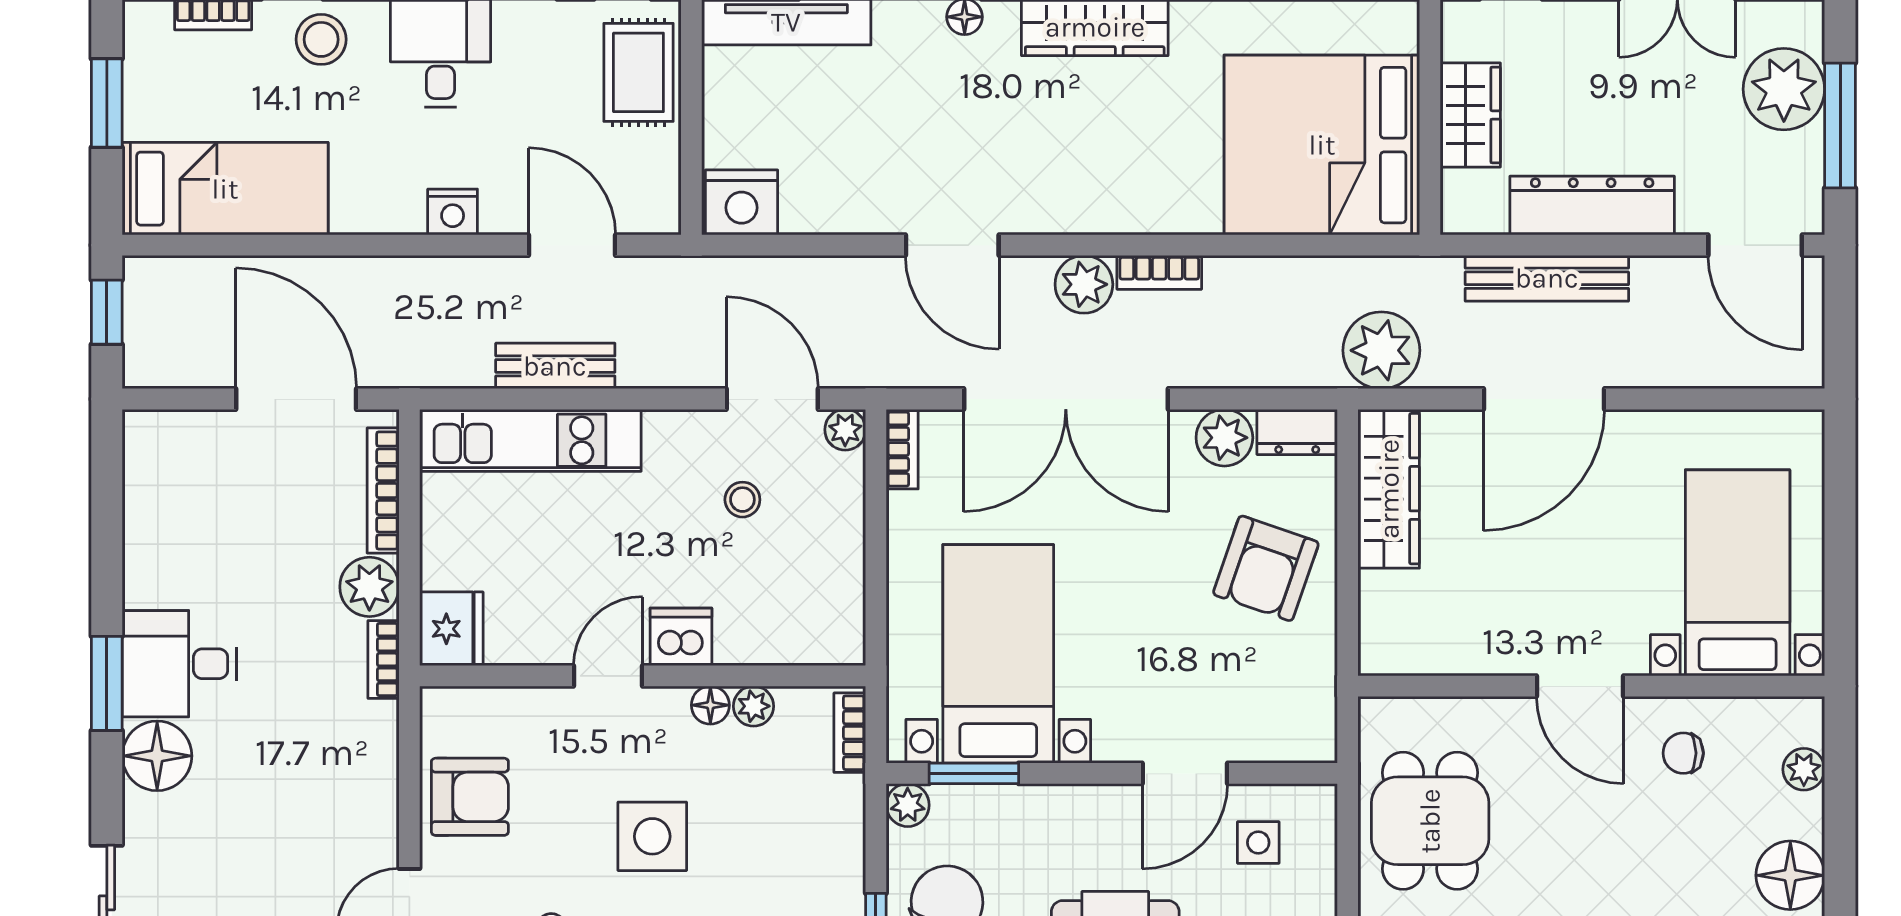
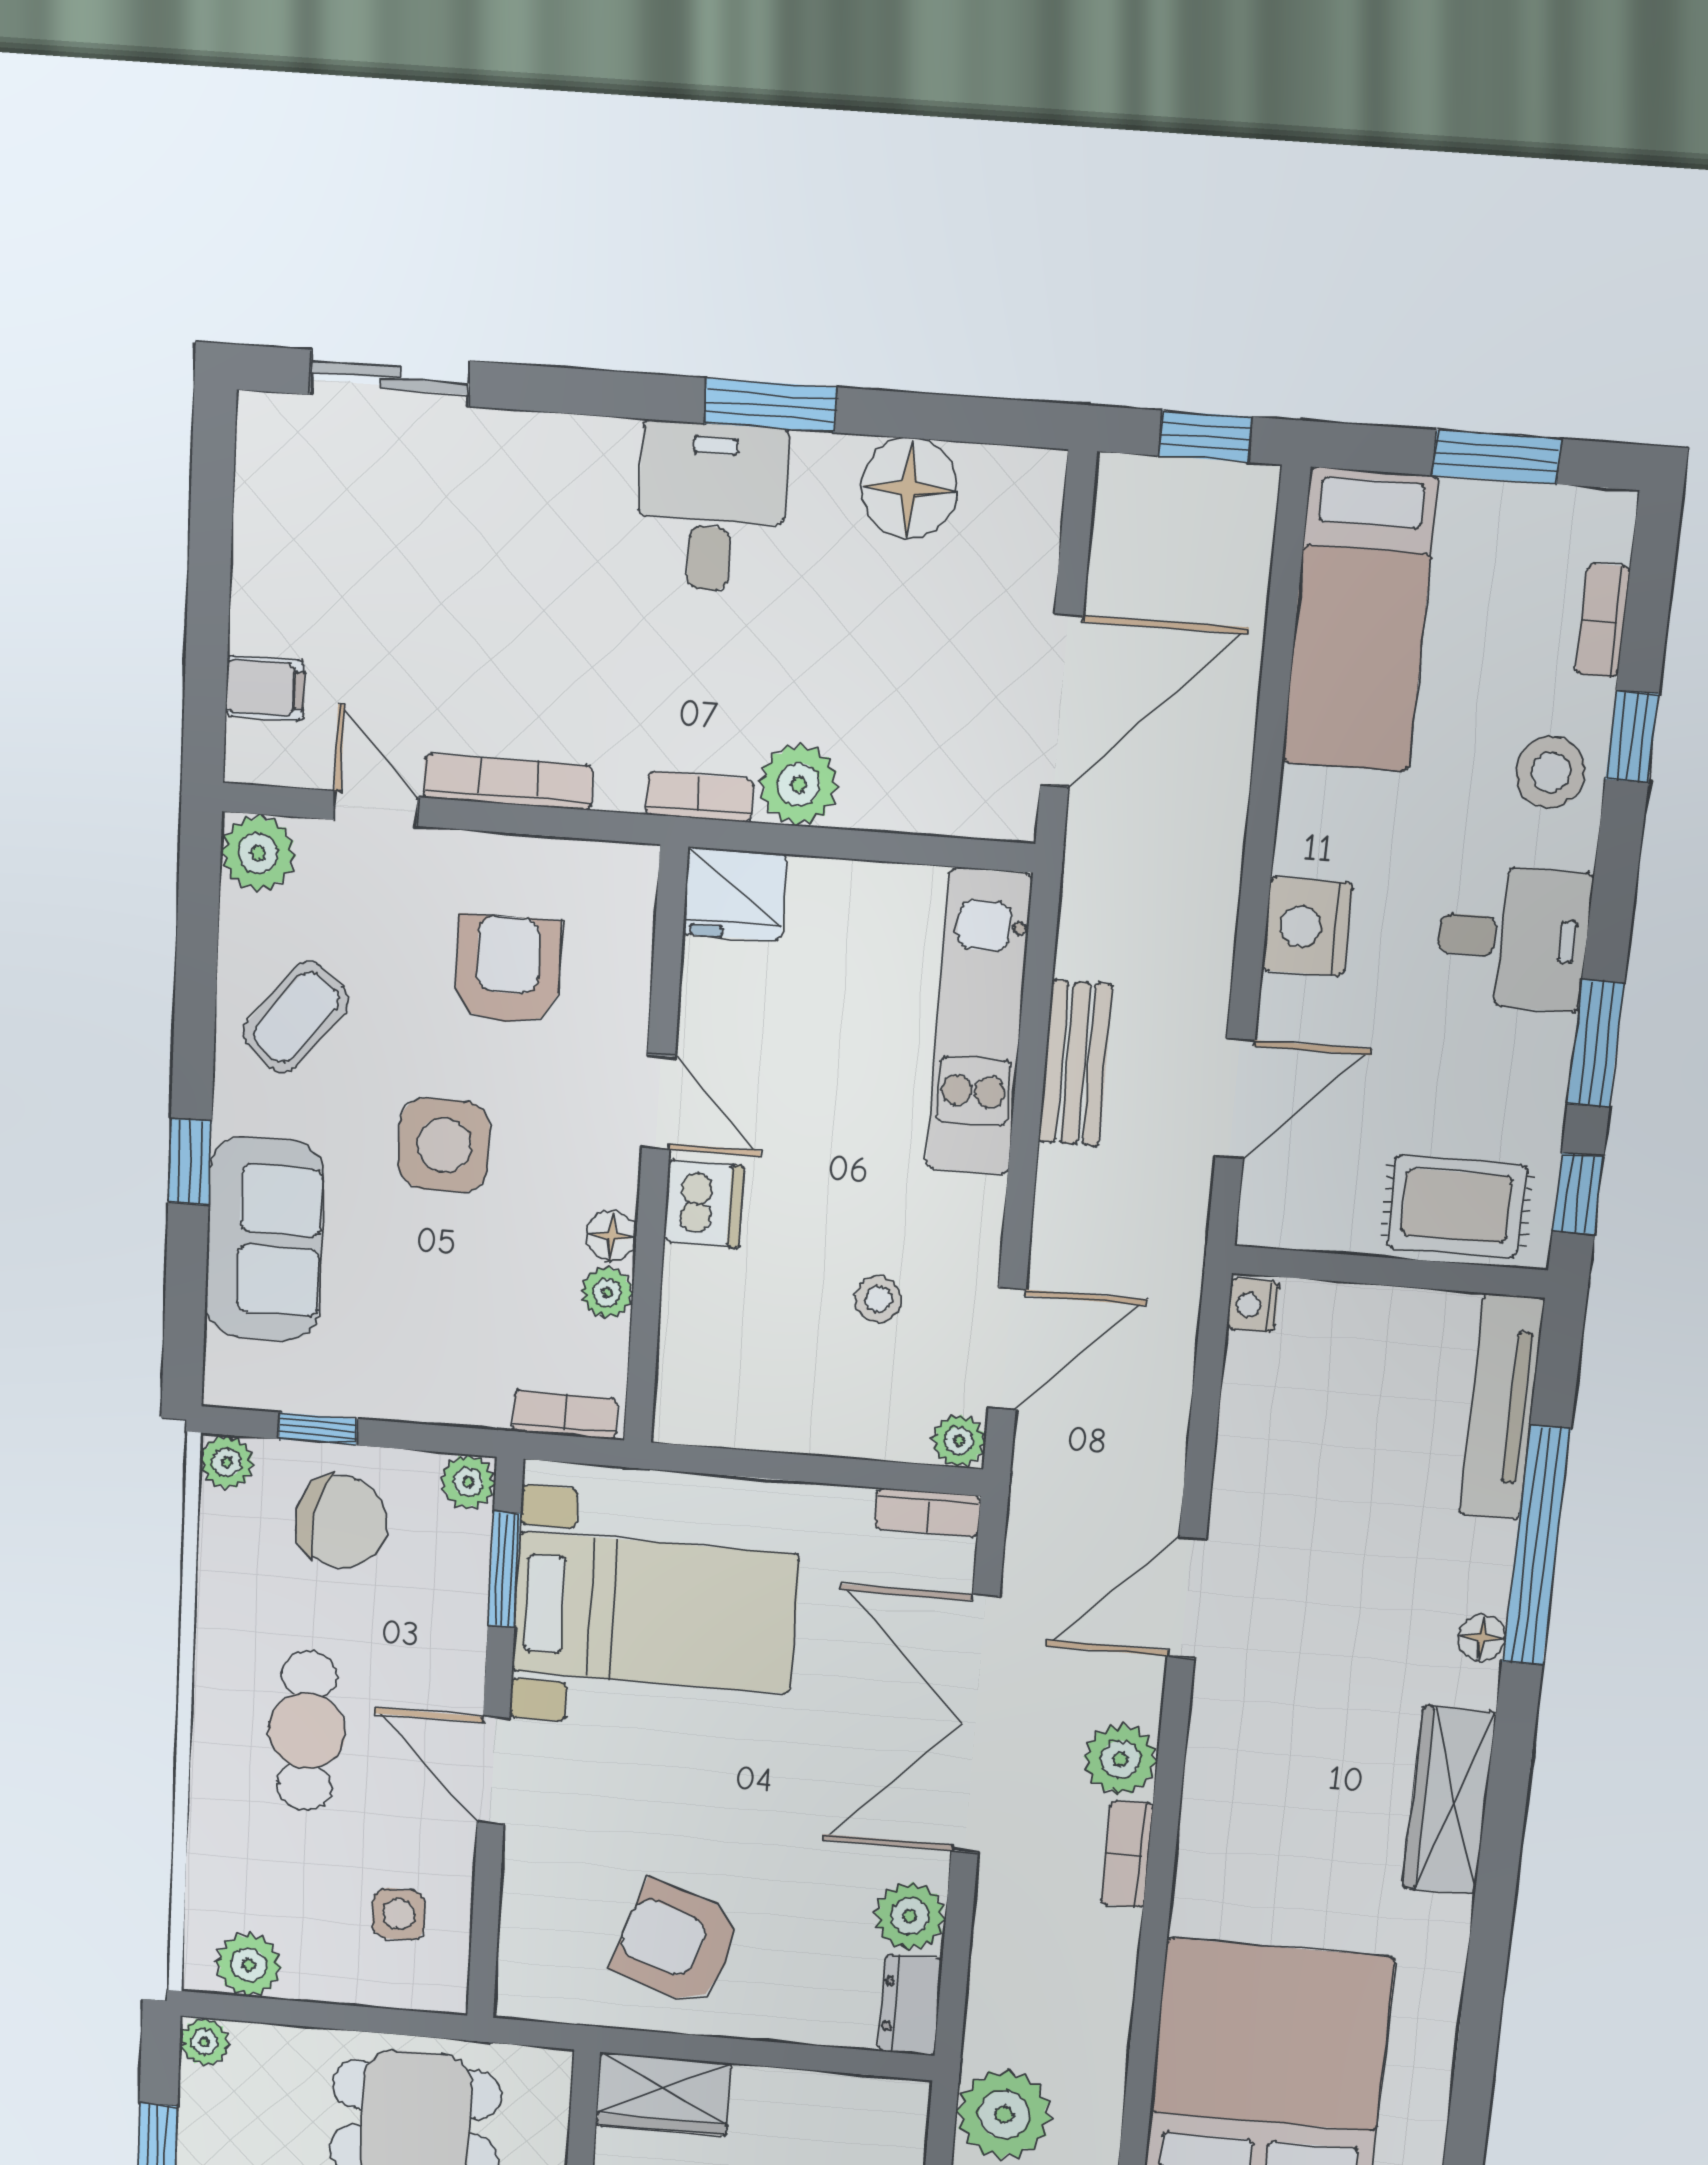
nightstand: (741, 202) -> (1253, 1305), width x0.53, depth x0.56
nightstand: (453, 212) -> (1307, 927), width x1.36, depth x1.33
wardrobe: (1389, 489) -> (663, 2094), moved, width x0.67
bookcase: (383, 490) -> (508, 782), moved
armchair: (1266, 568) -> (677, 1943), moved
window: (107, 683) -> (770, 405), moved
floor lamp: (157, 756) -> (909, 489), moved
door: (1185, 773) -> (493, 1770), moved
armchair: (470, 797) -> (508, 970), moved, turned 180

